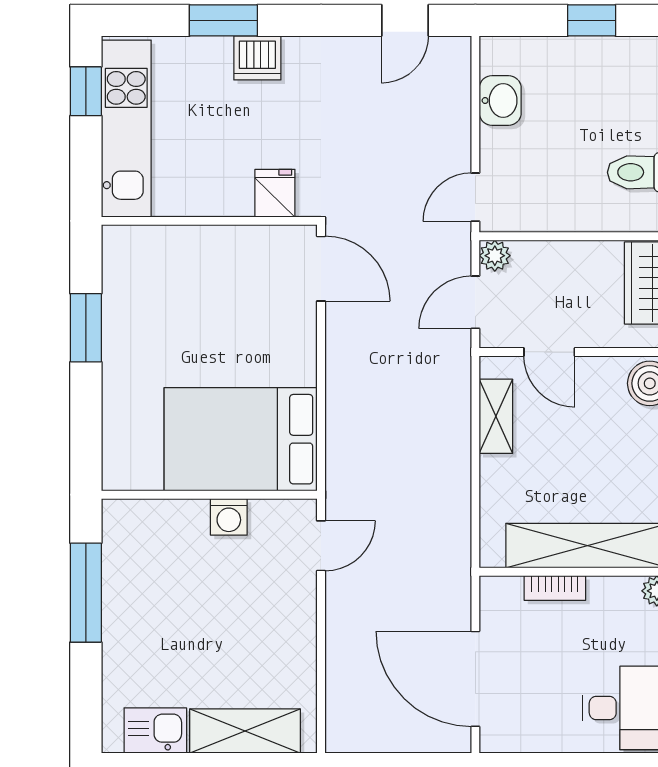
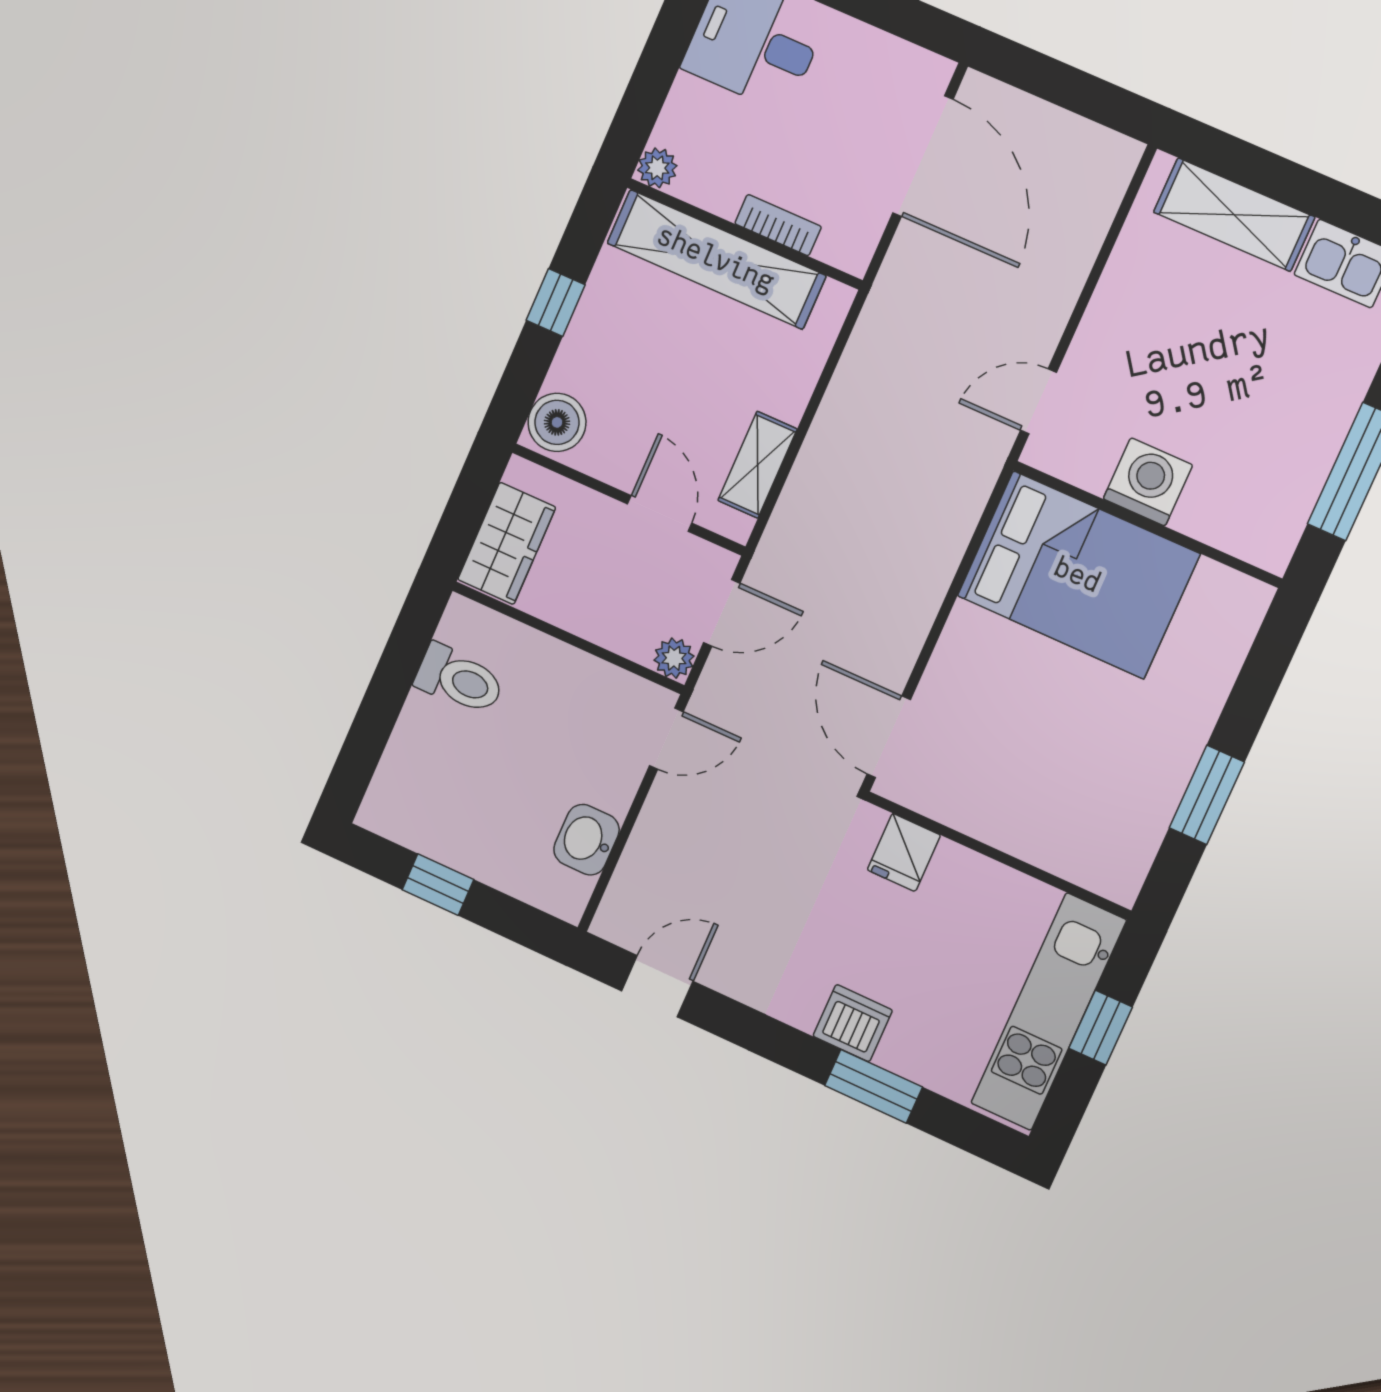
window: (86, 91) -> (1101, 1028), moved
washing machine: (229, 517) -> (1148, 482), width x1.38, depth x1.38

